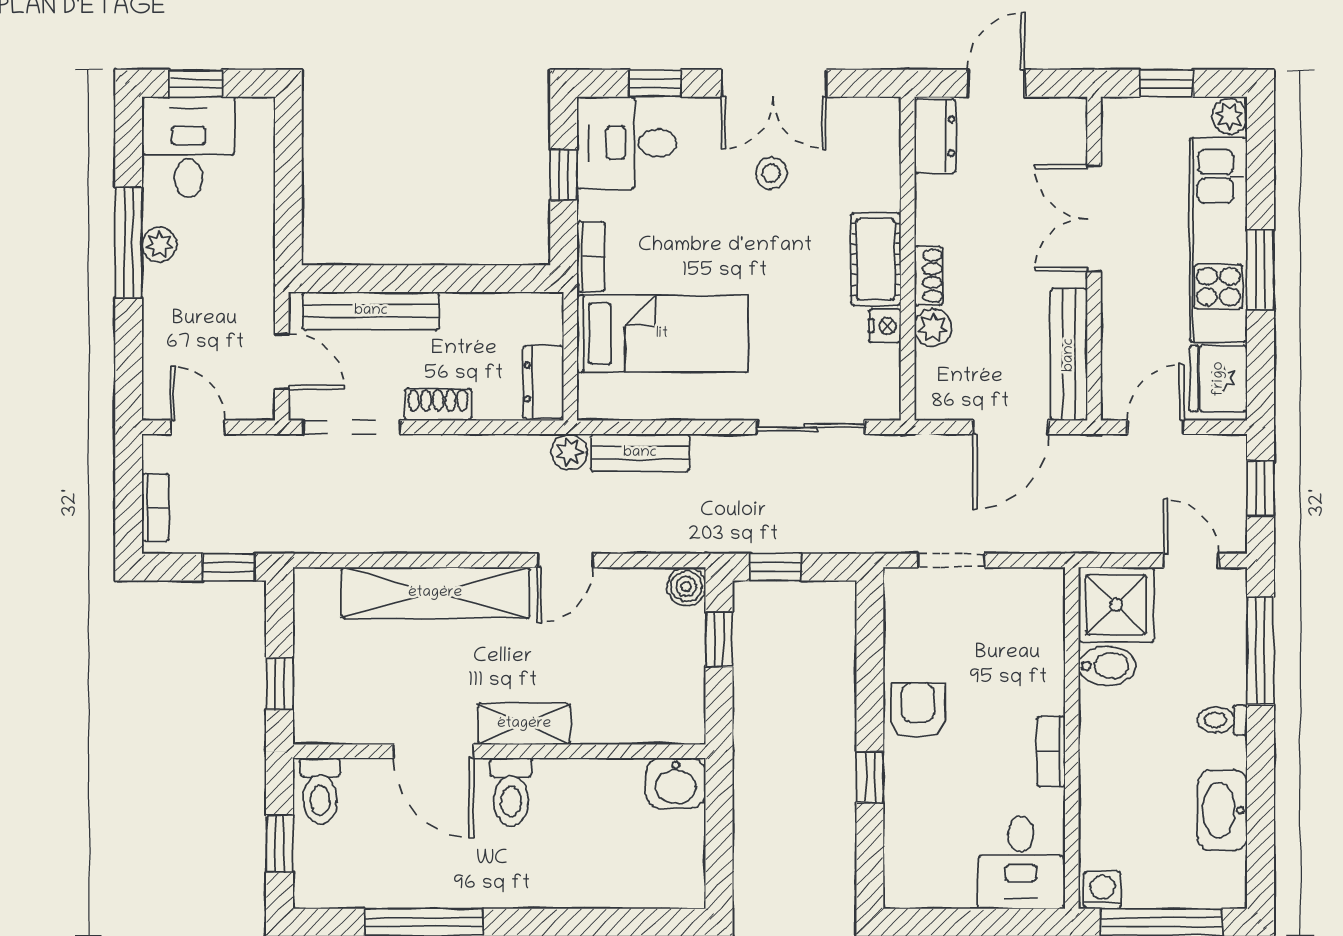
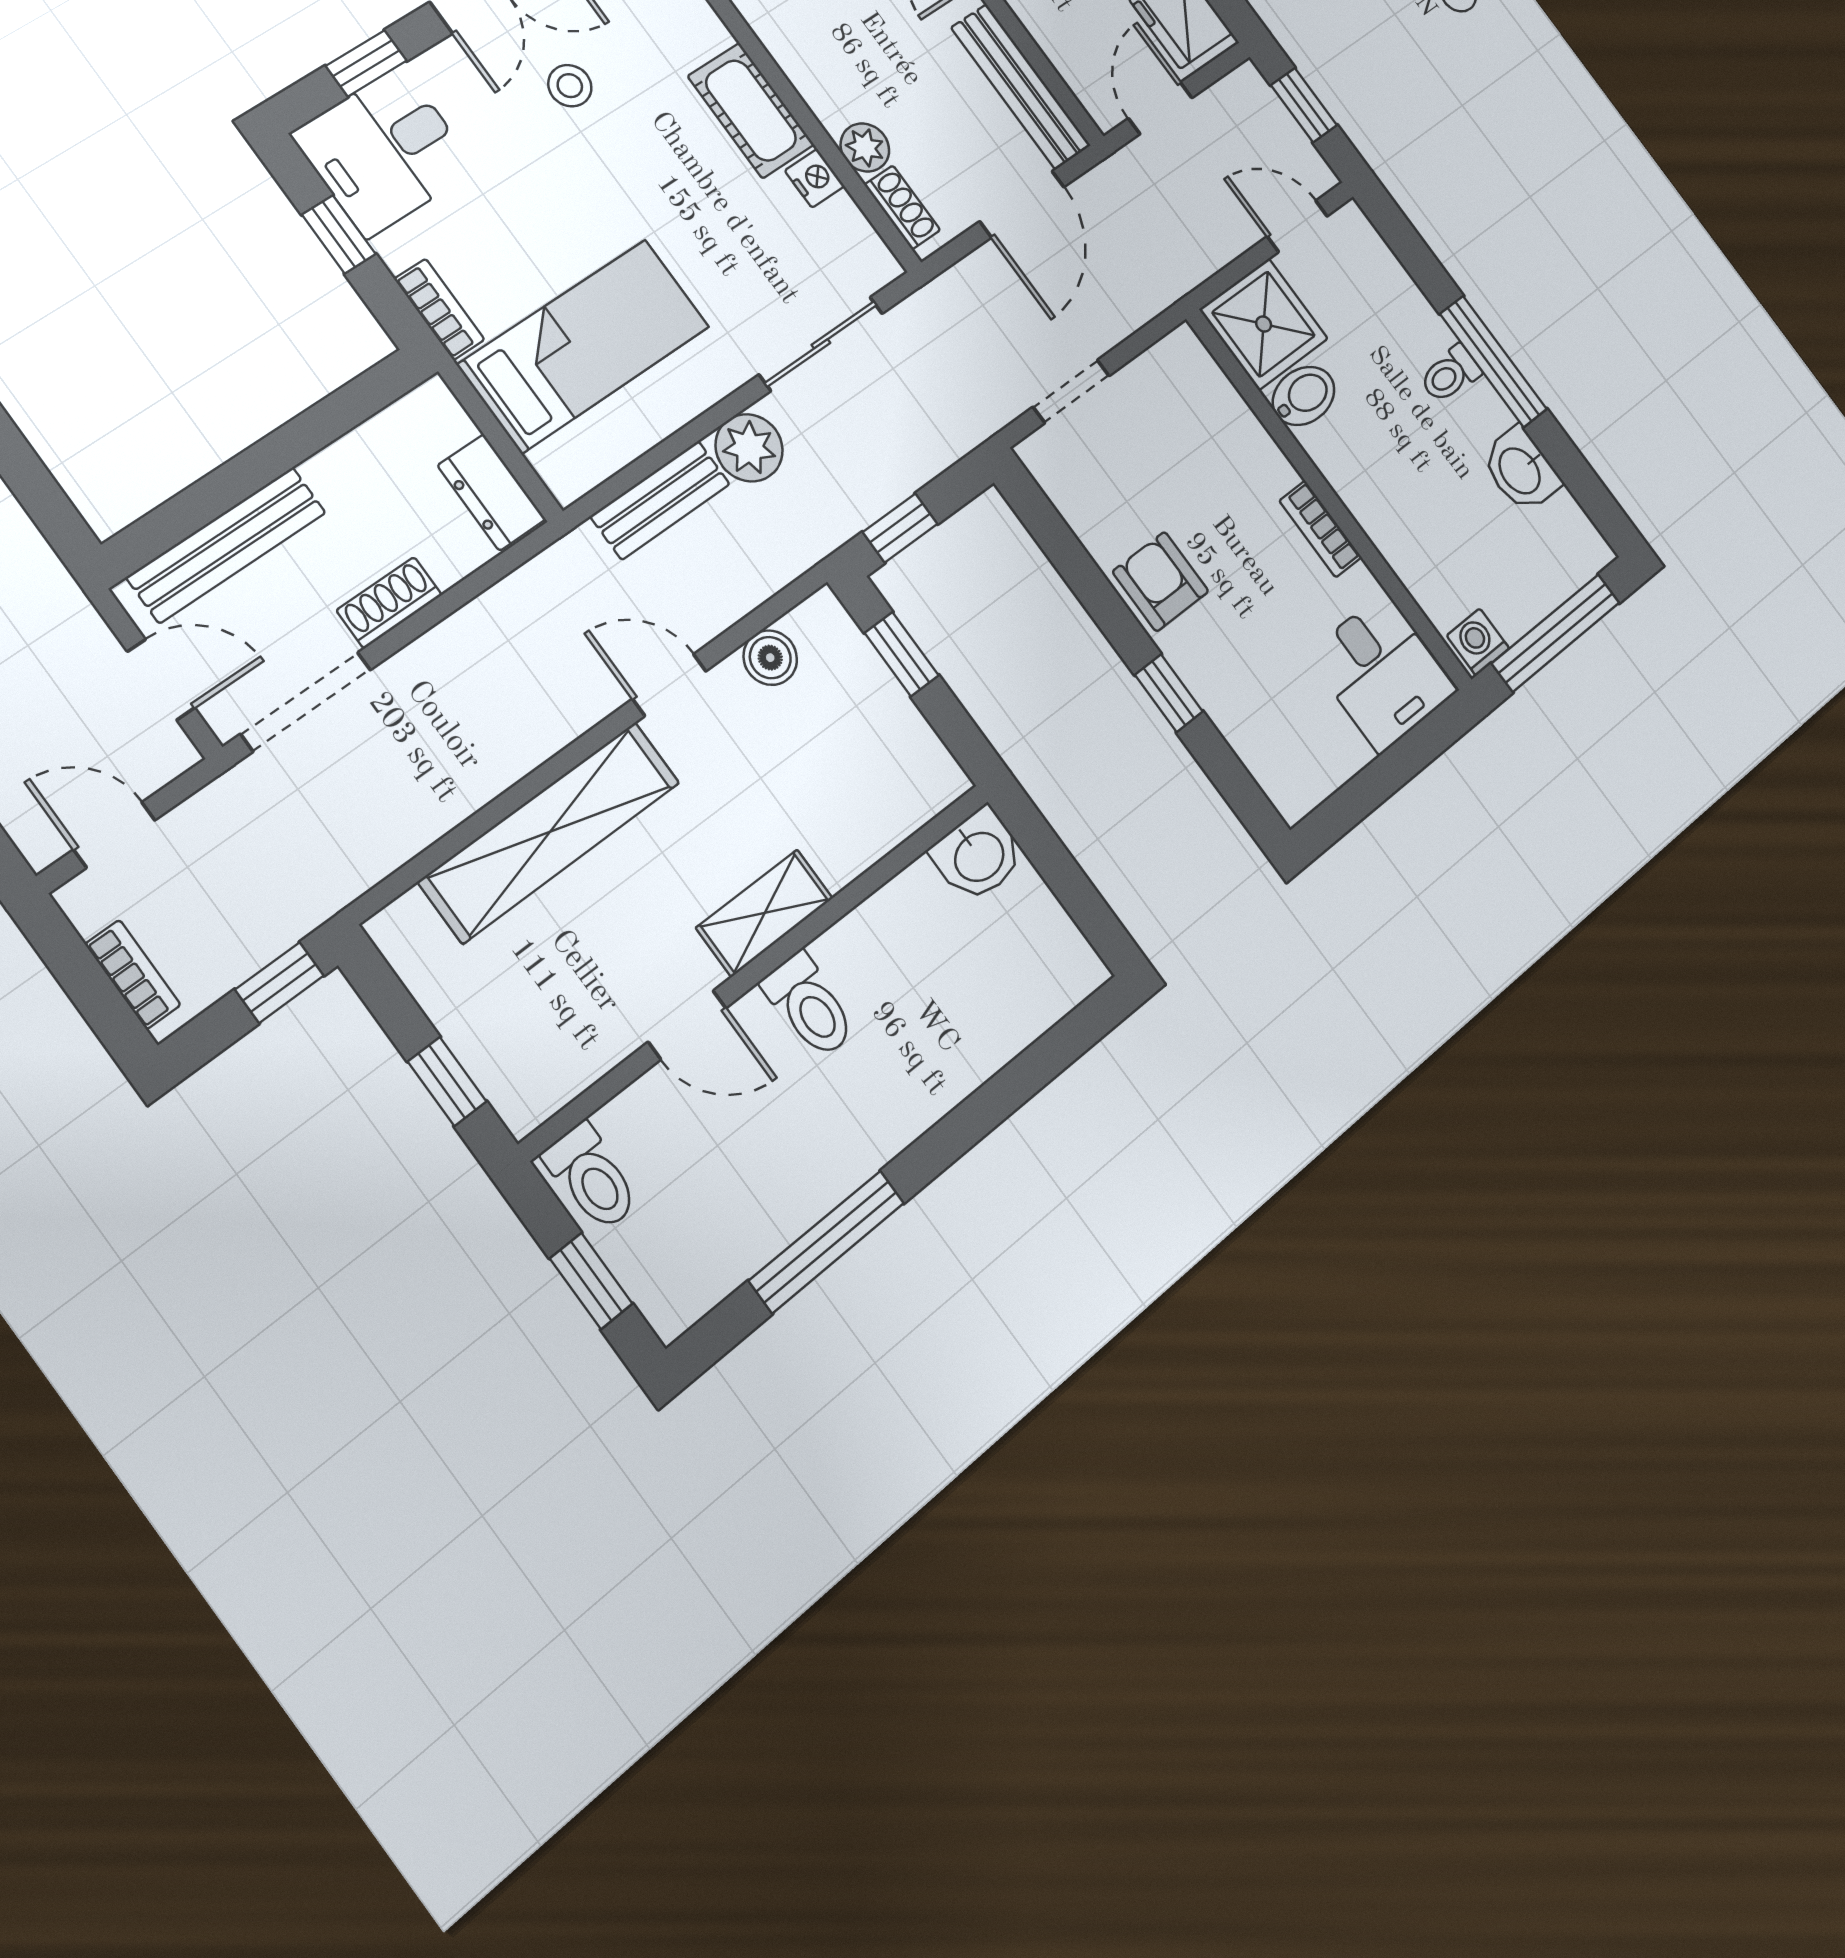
shoe rack: (929, 276) -> (902, 207), moved
plant: (569, 452) -> (749, 448), moved, width x1.38, depth x1.38
door: (565, 560) -> (669, 685), swing flipped
boiler: (686, 586) -> (770, 658), moved
window: (1260, 651) -> (1493, 361), moved
door: (433, 751) -> (687, 1025), width x0.73
washbasin: (1222, 810) -> (1521, 470), width x0.72

